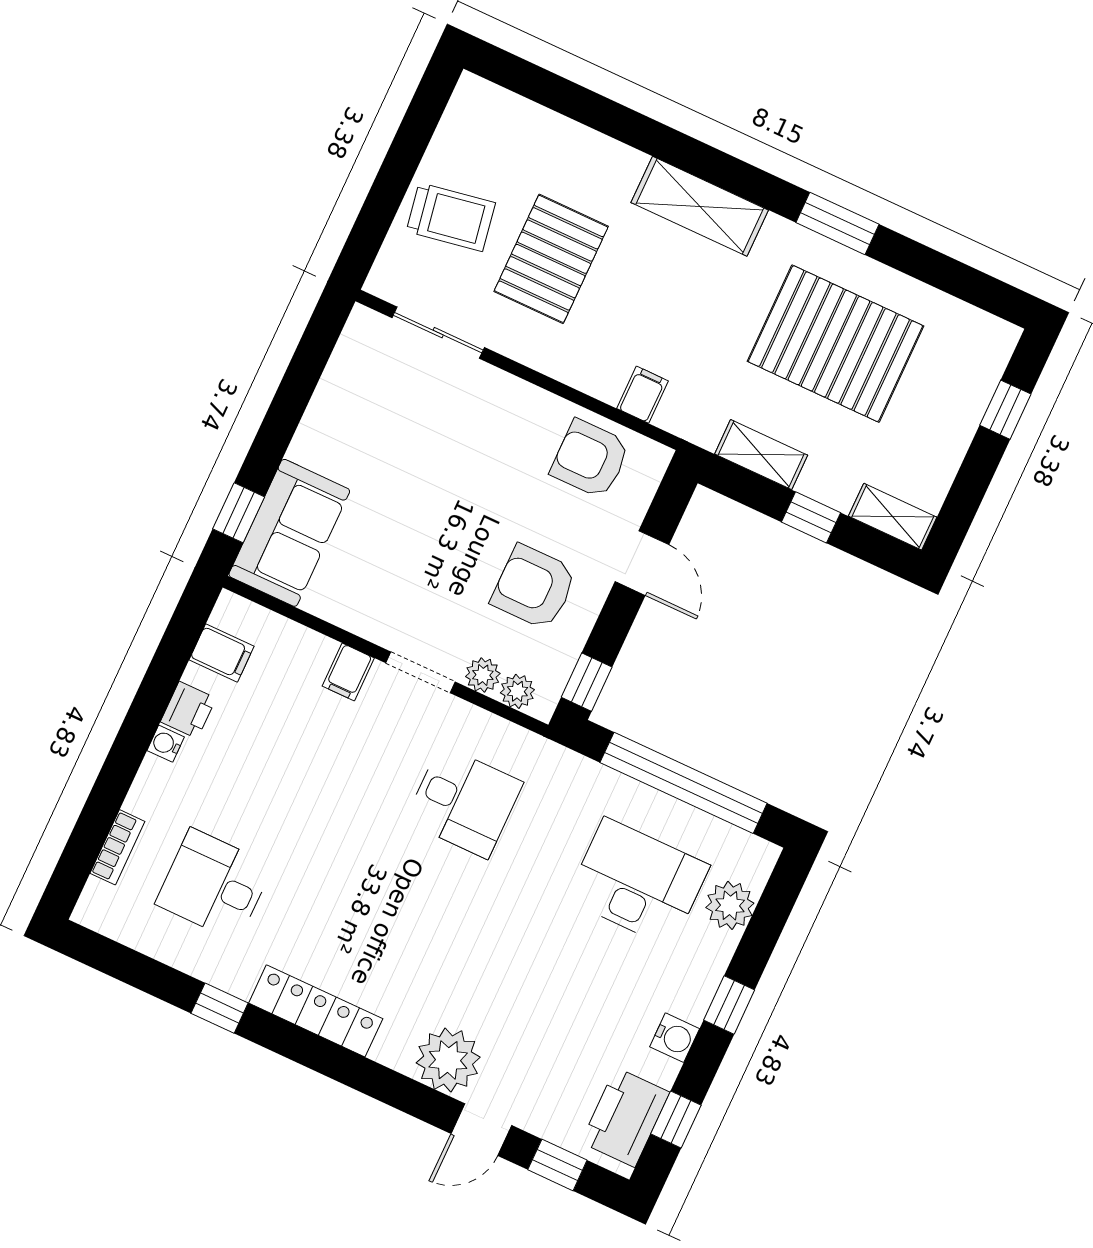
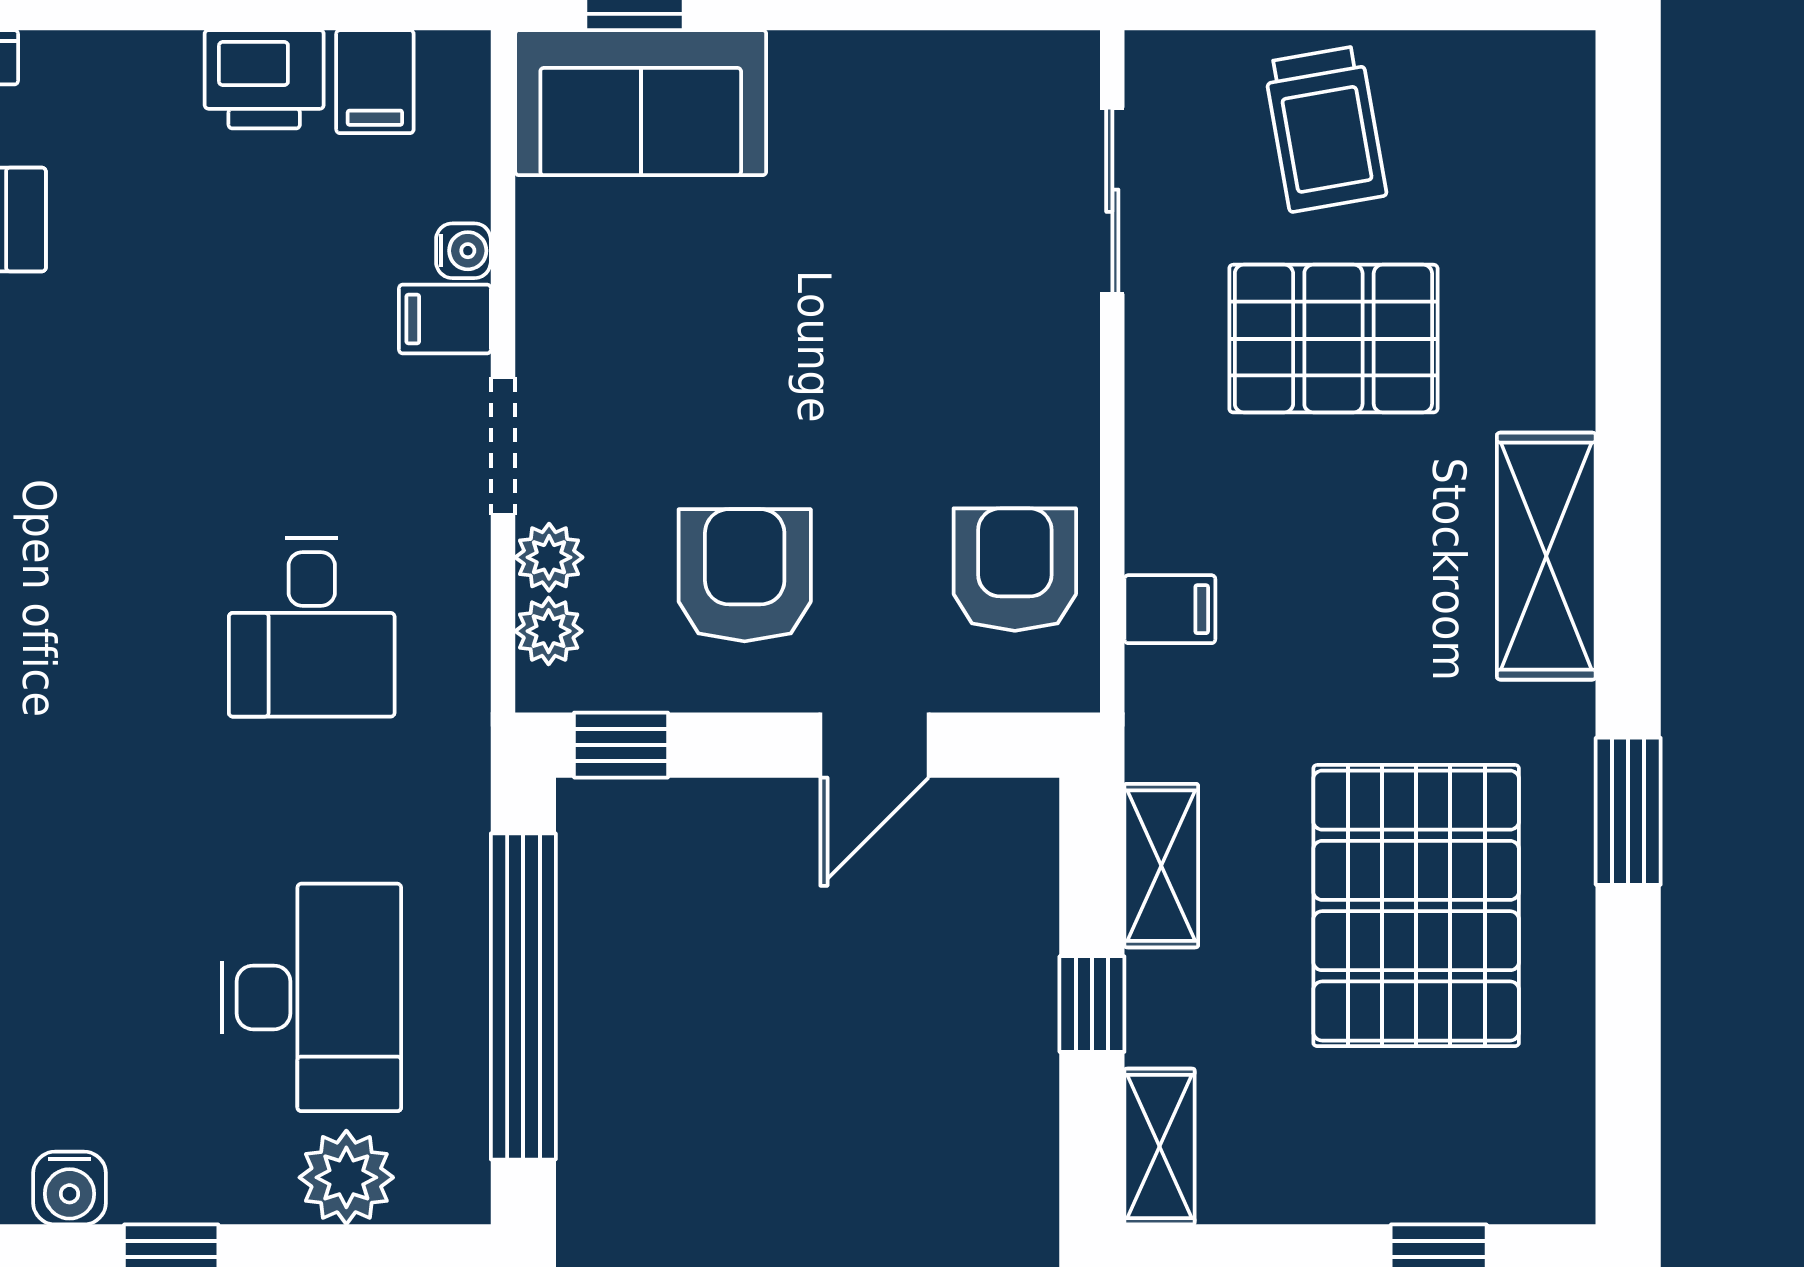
printer: (188, 710) -> (264, 79), width x1.36, depth x1.24
water cooler: (166, 744) -> (463, 251), moved, turned 90

